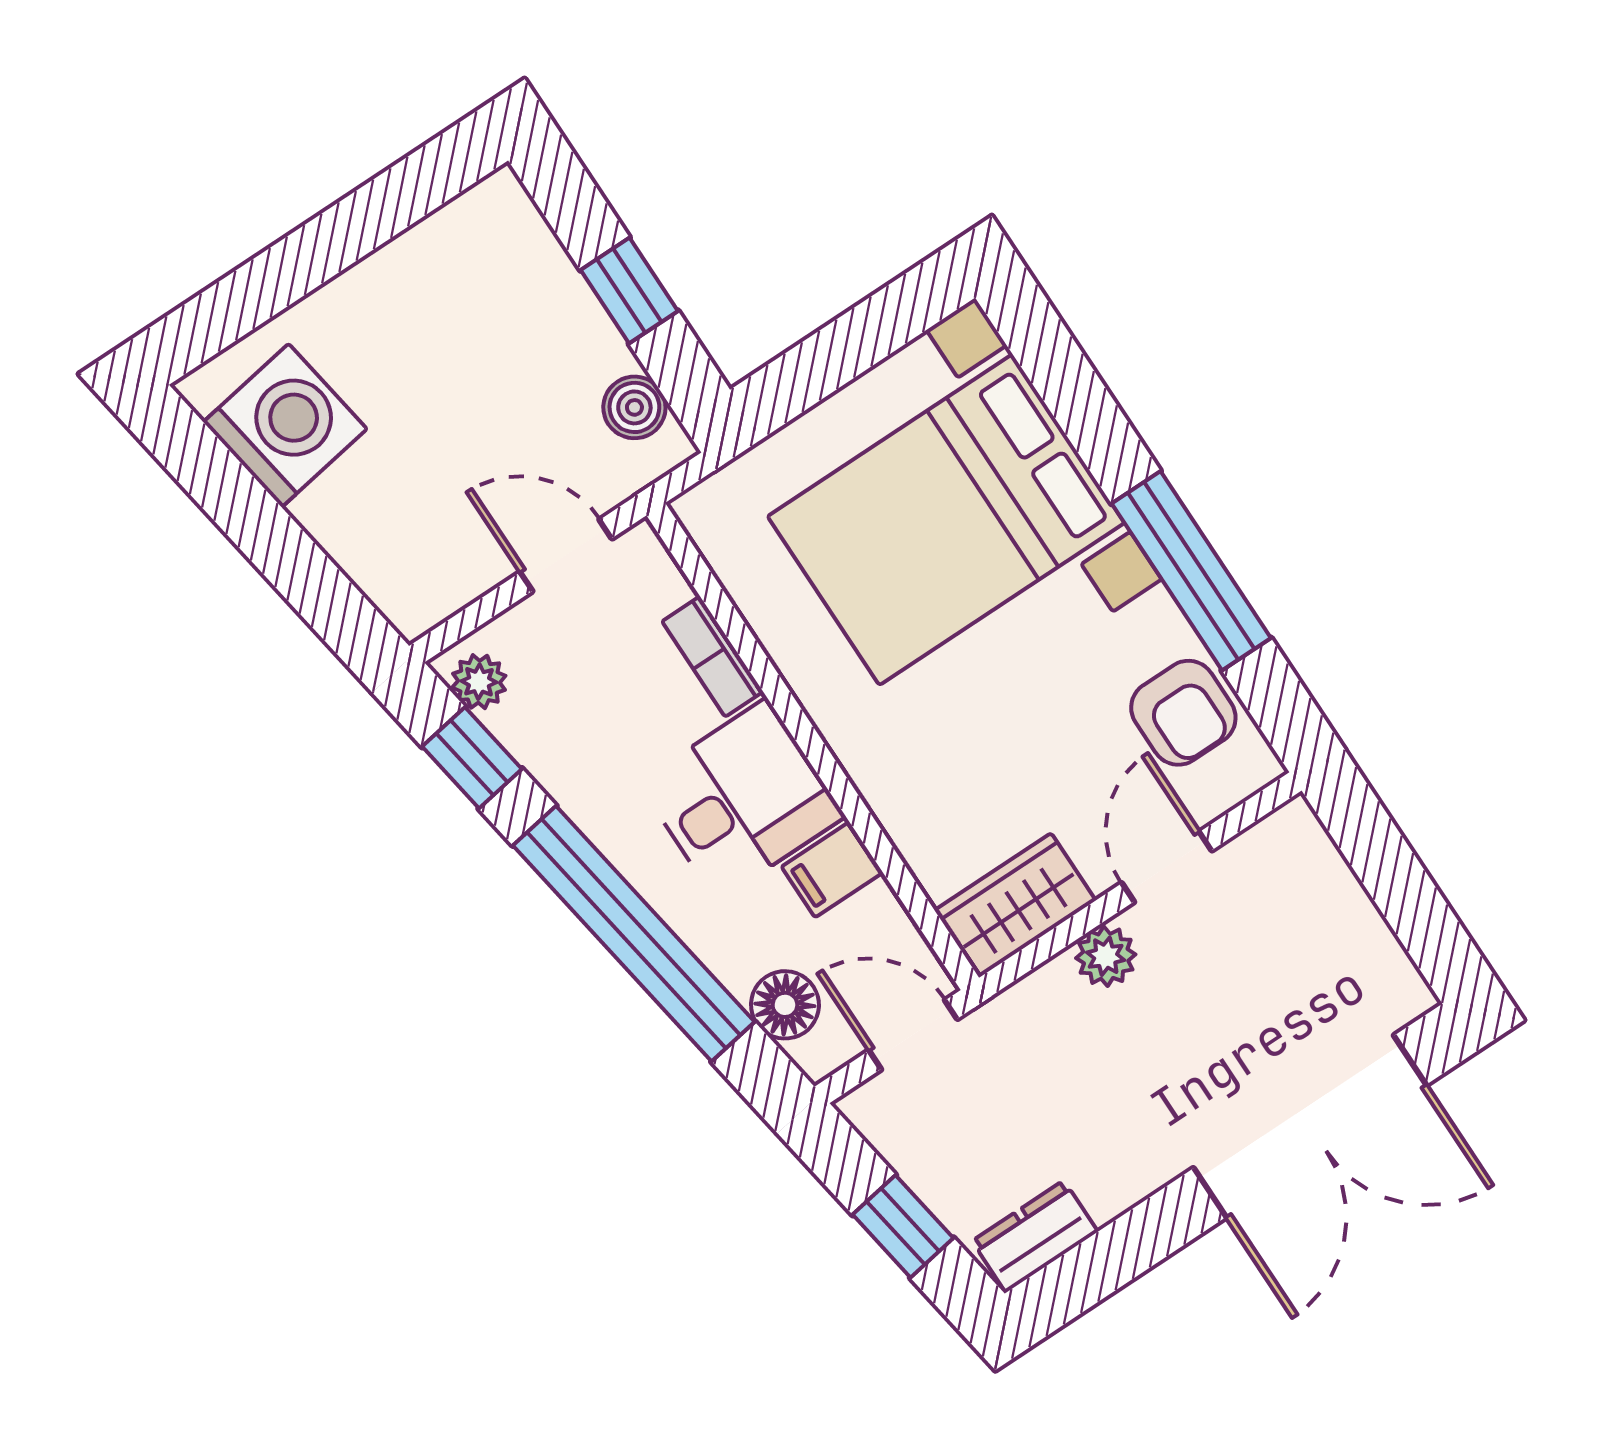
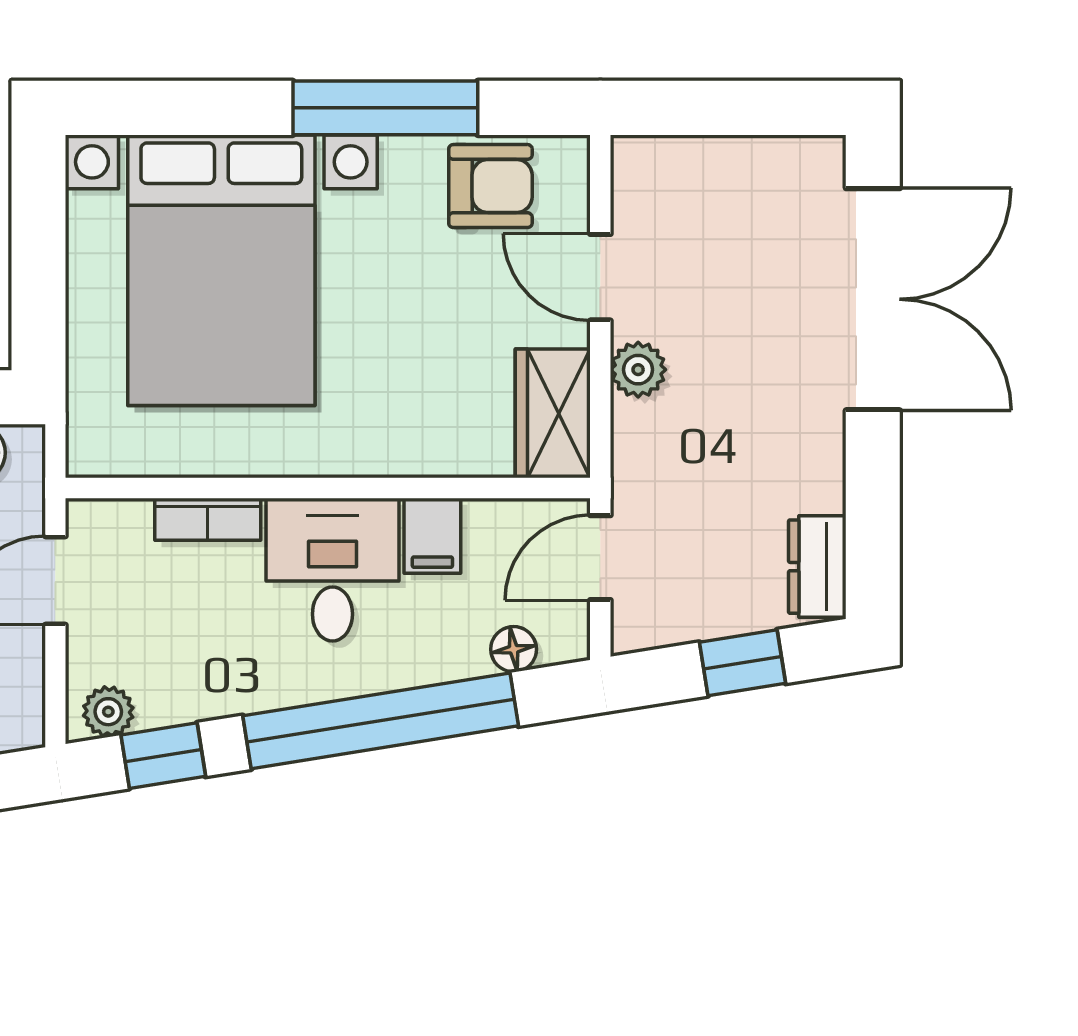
floor lamp: (785, 1005) -> (514, 649), width x0.73, depth x0.73

